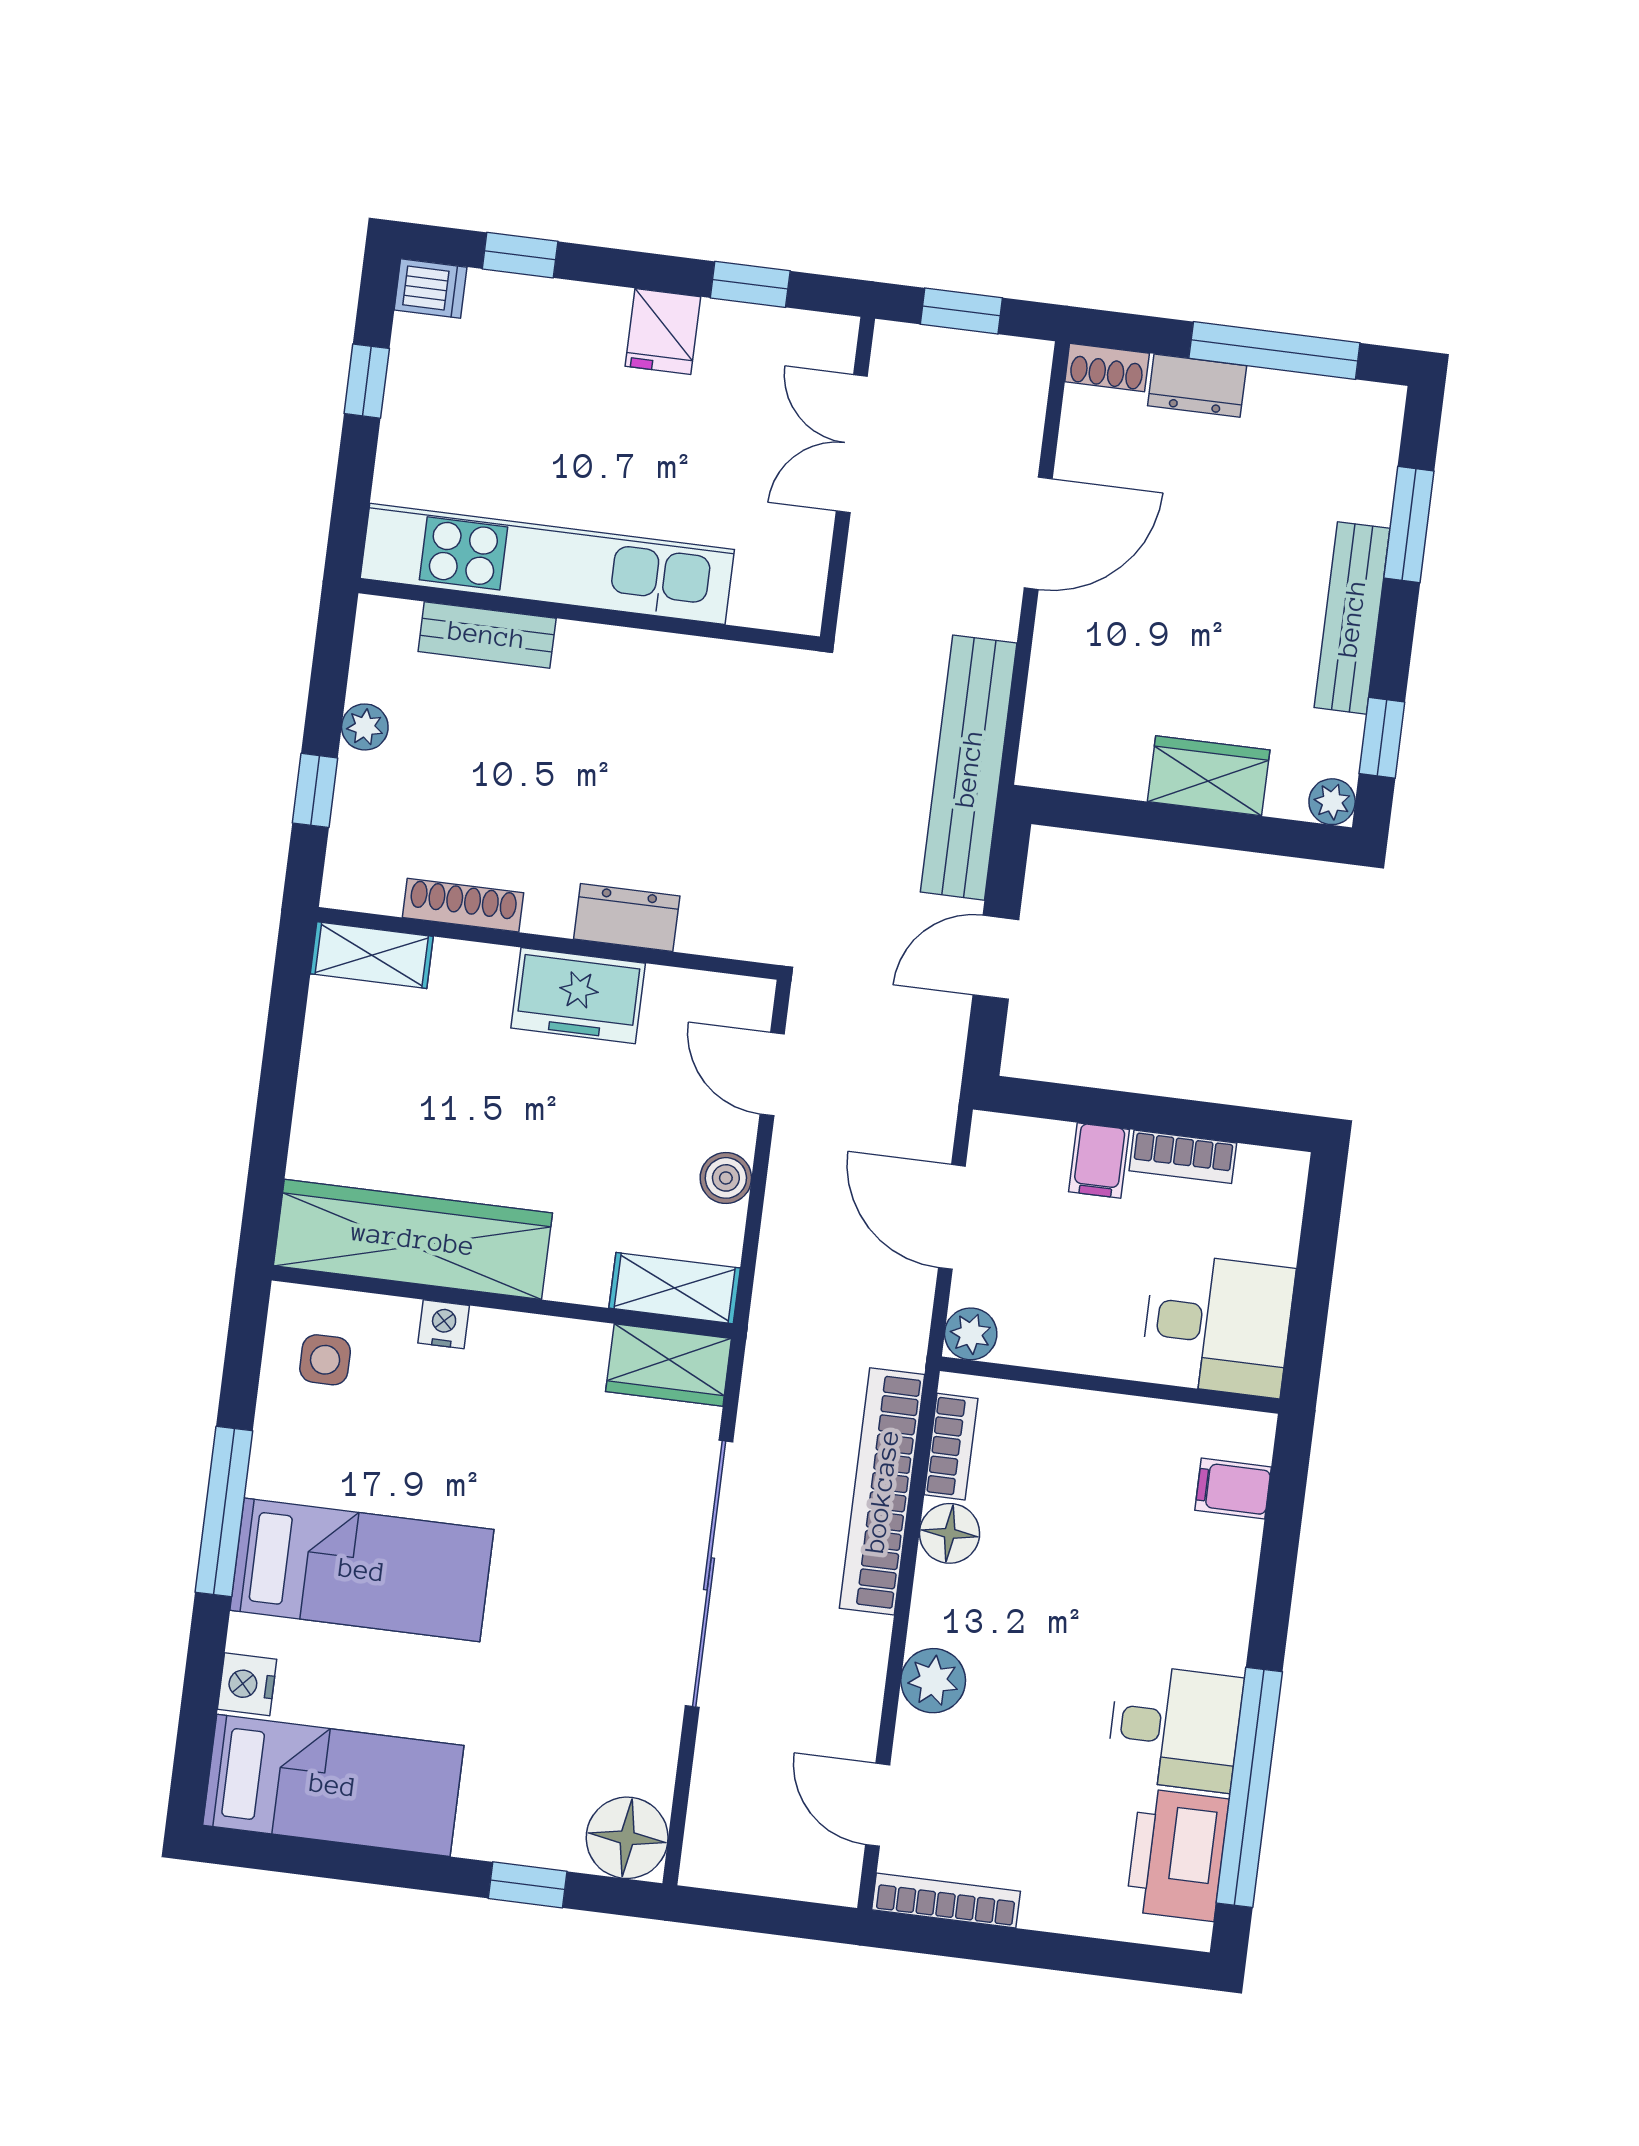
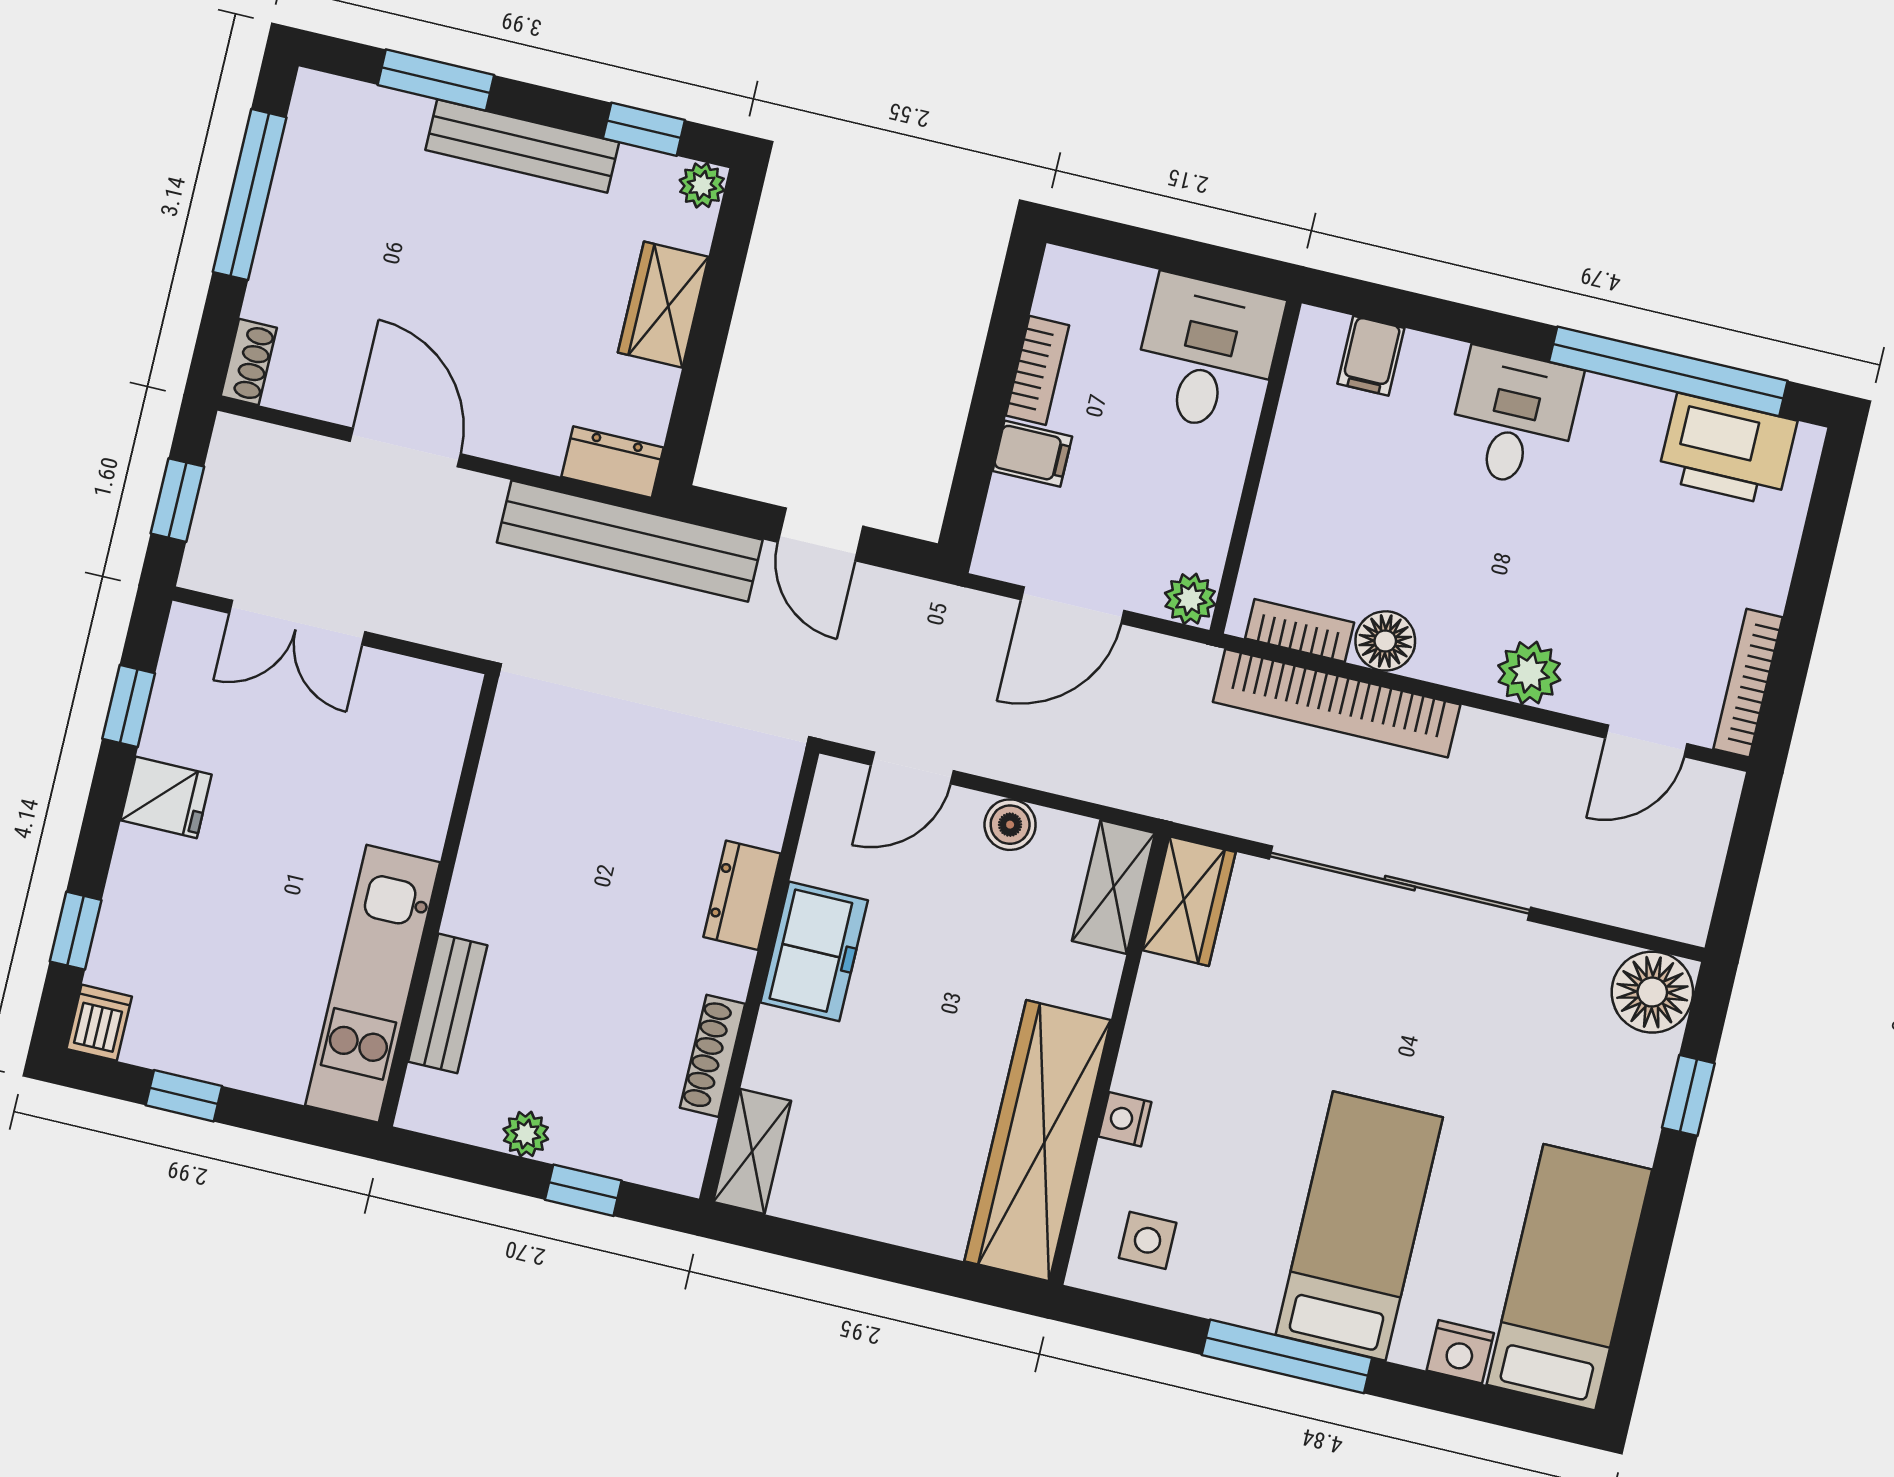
dresser: (1197, 386) -> (612, 462), moved, turned -90
kitchen unit: (547, 564) -> (373, 984), width x0.73
desk: (1175, 1728) -> (1514, 418), moved

